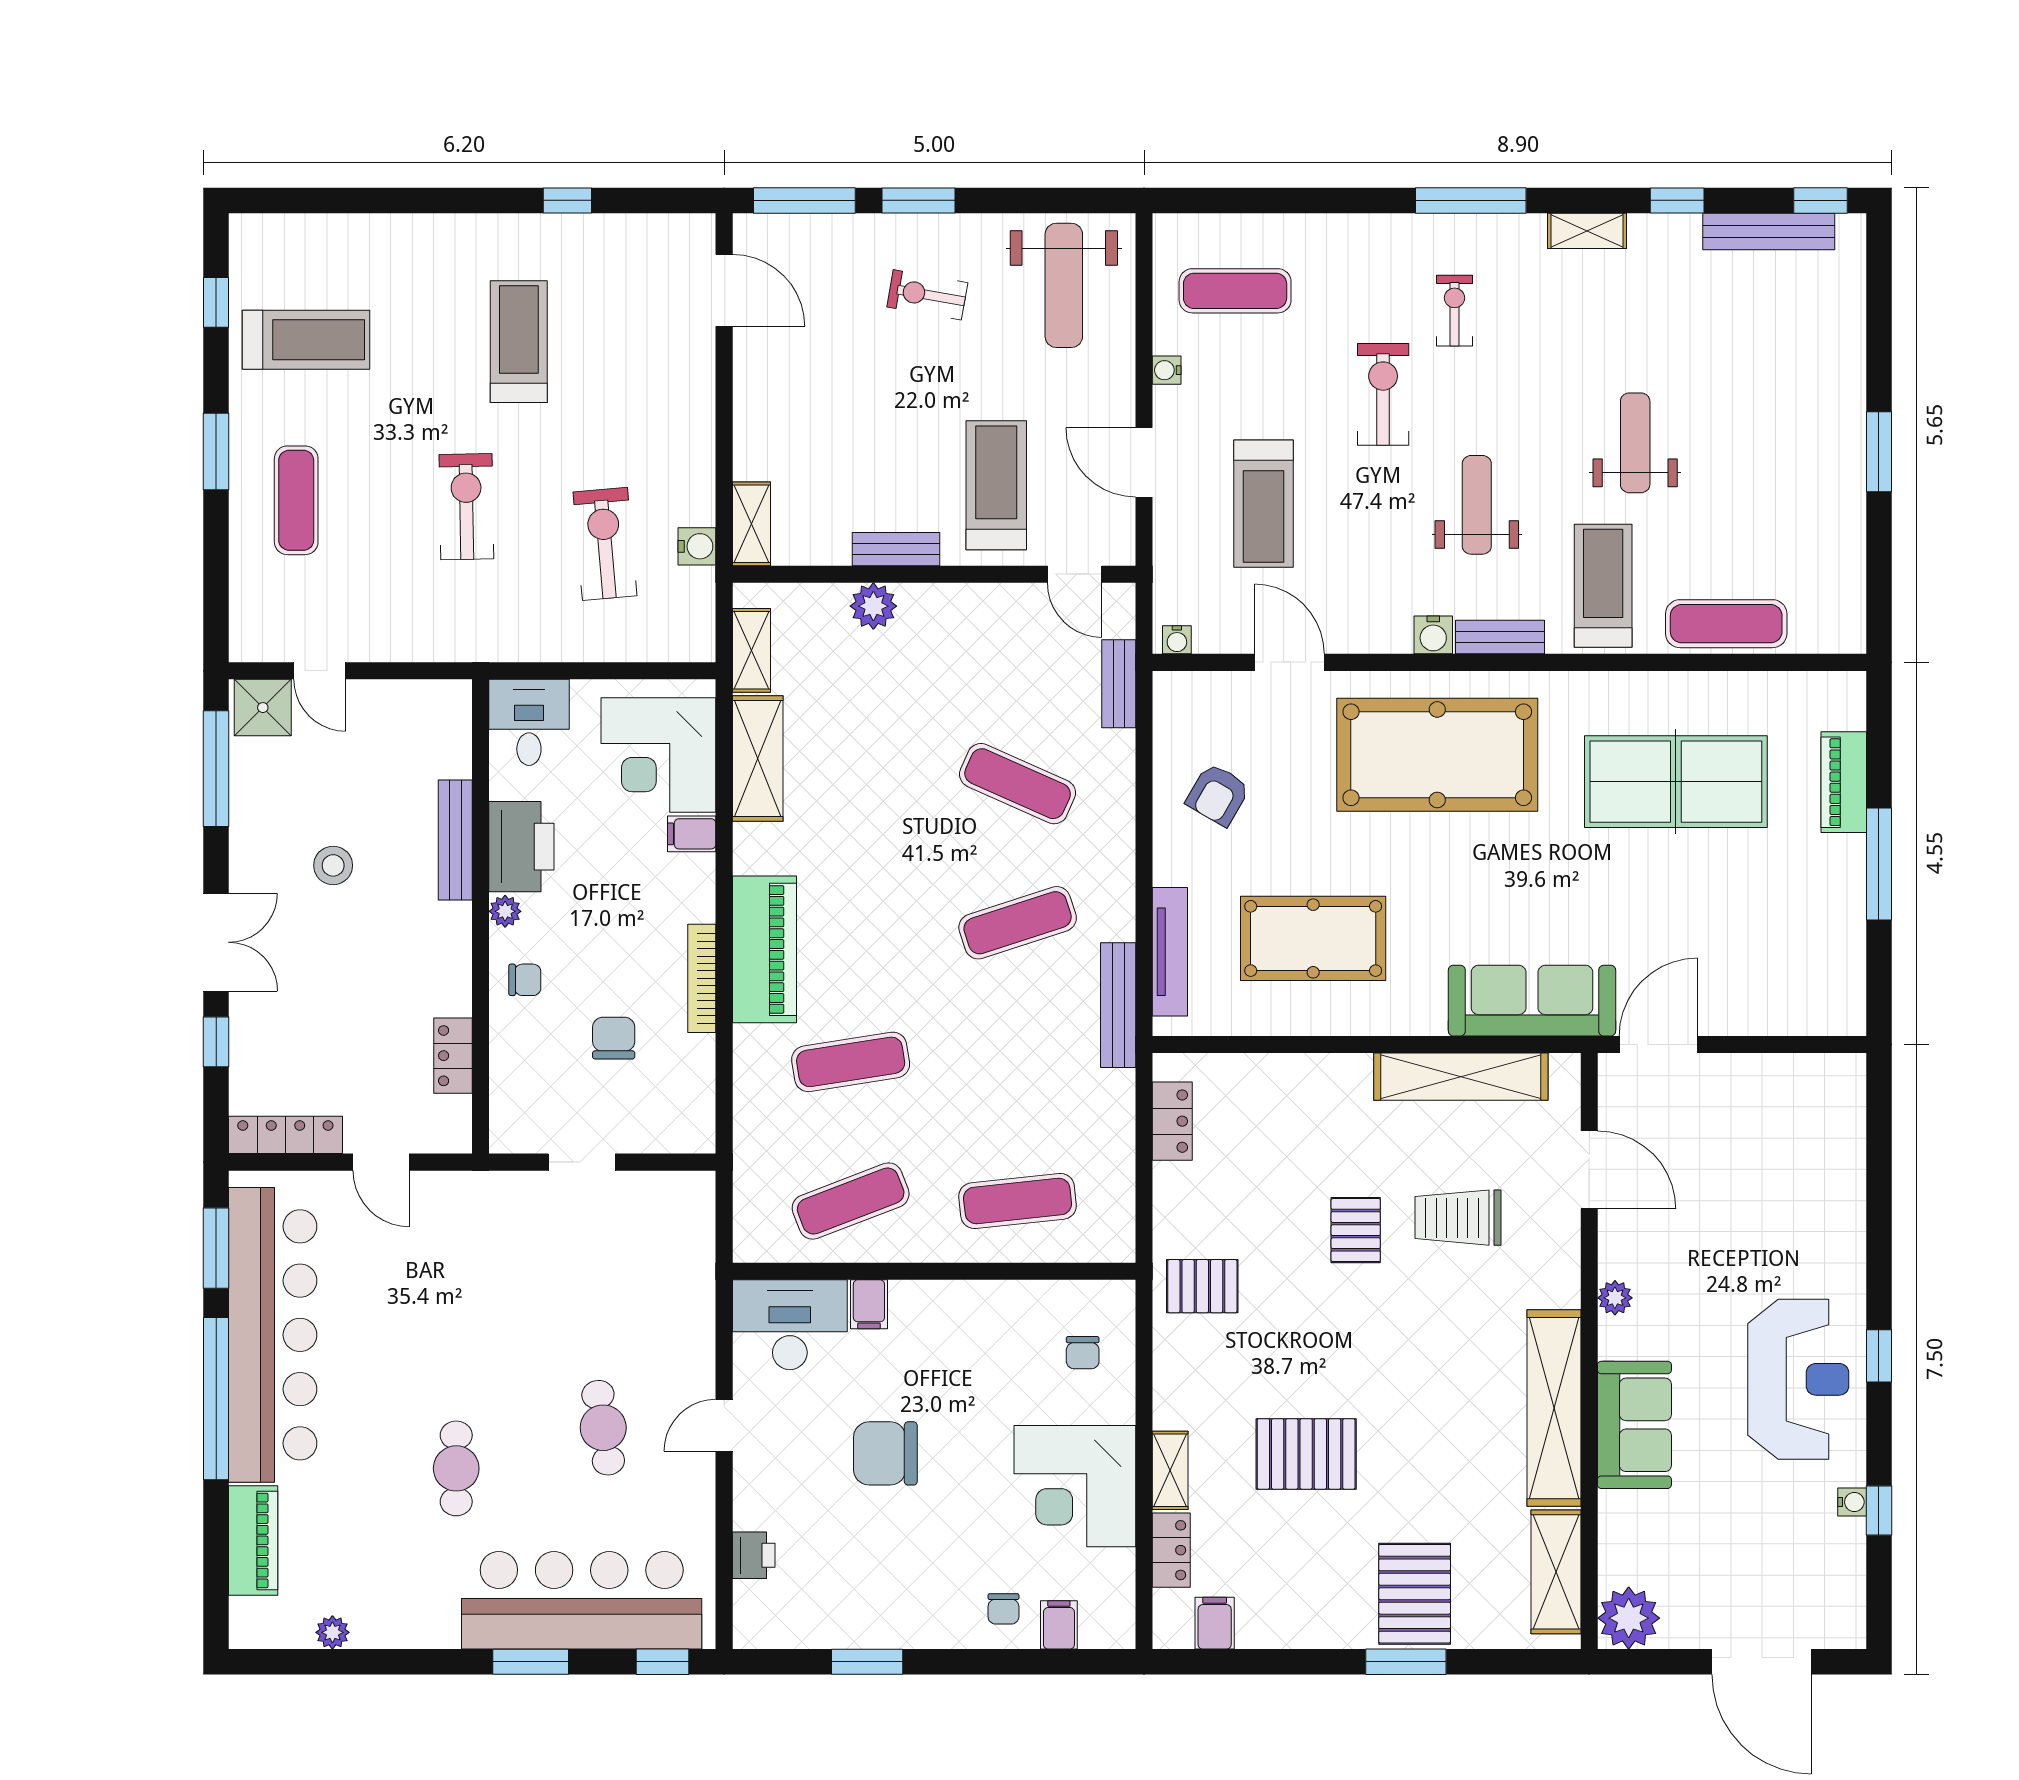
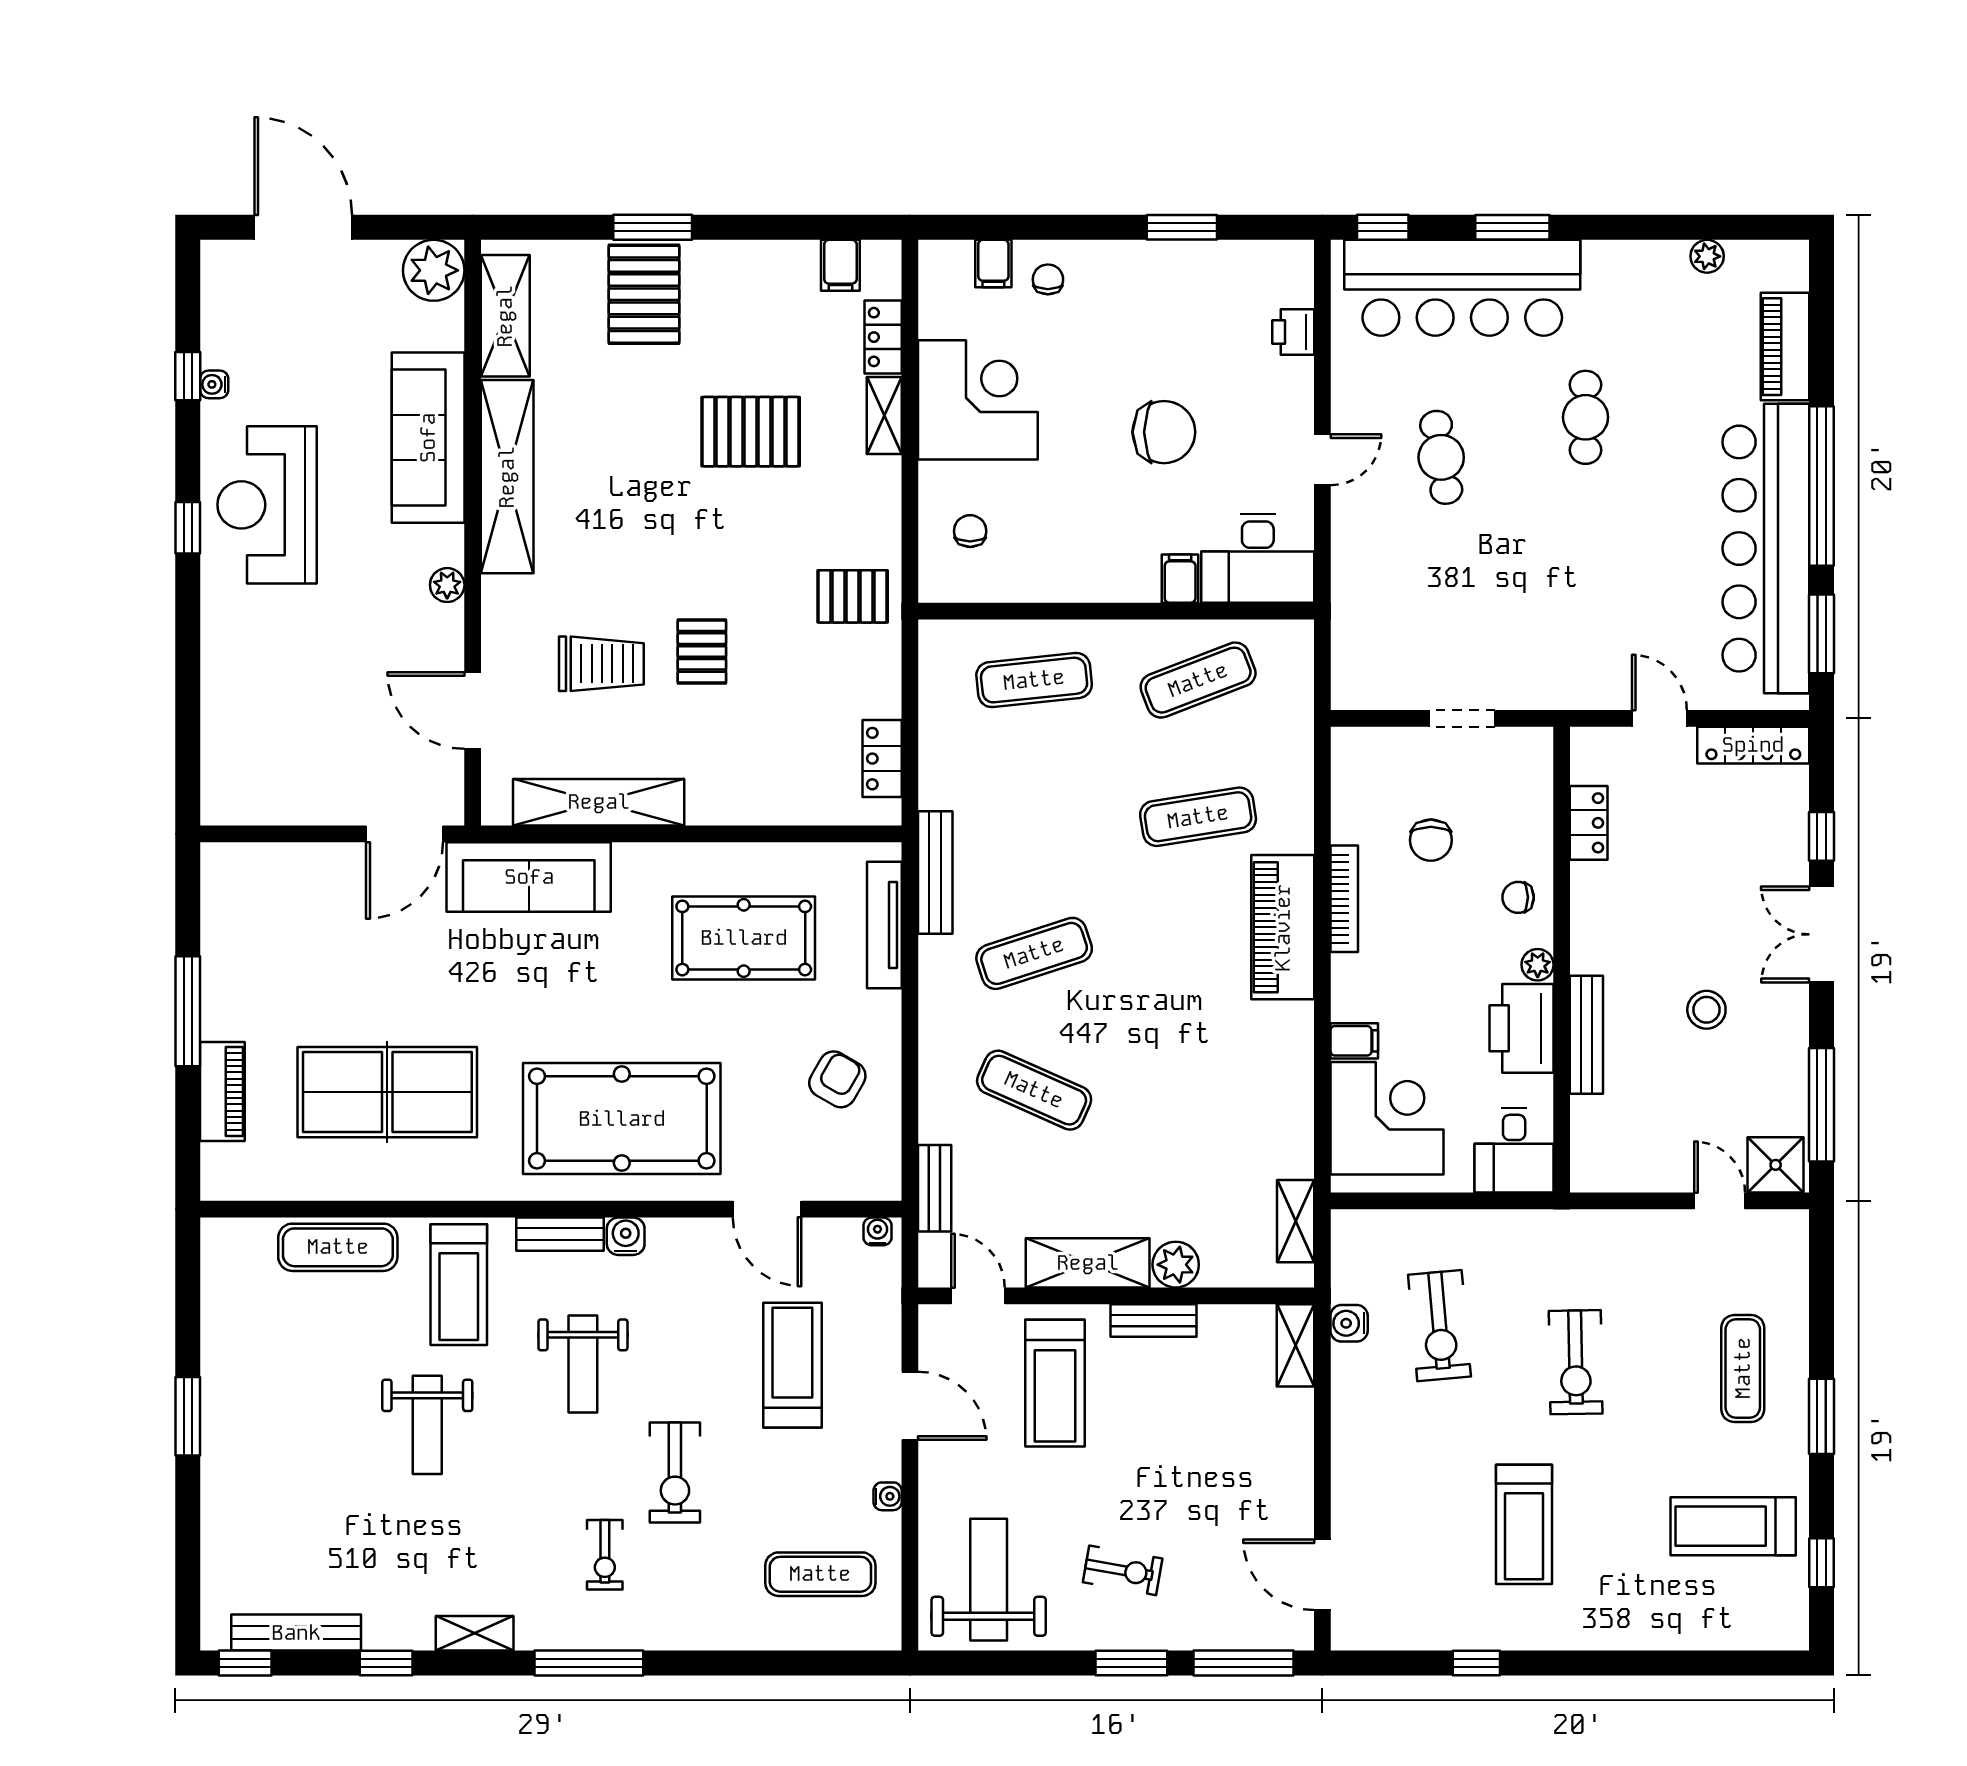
shelving: (758, 758) -> (1088, 1263), moved, turned 90
sofa: (1634, 1425) -> (428, 438), width x1.36

